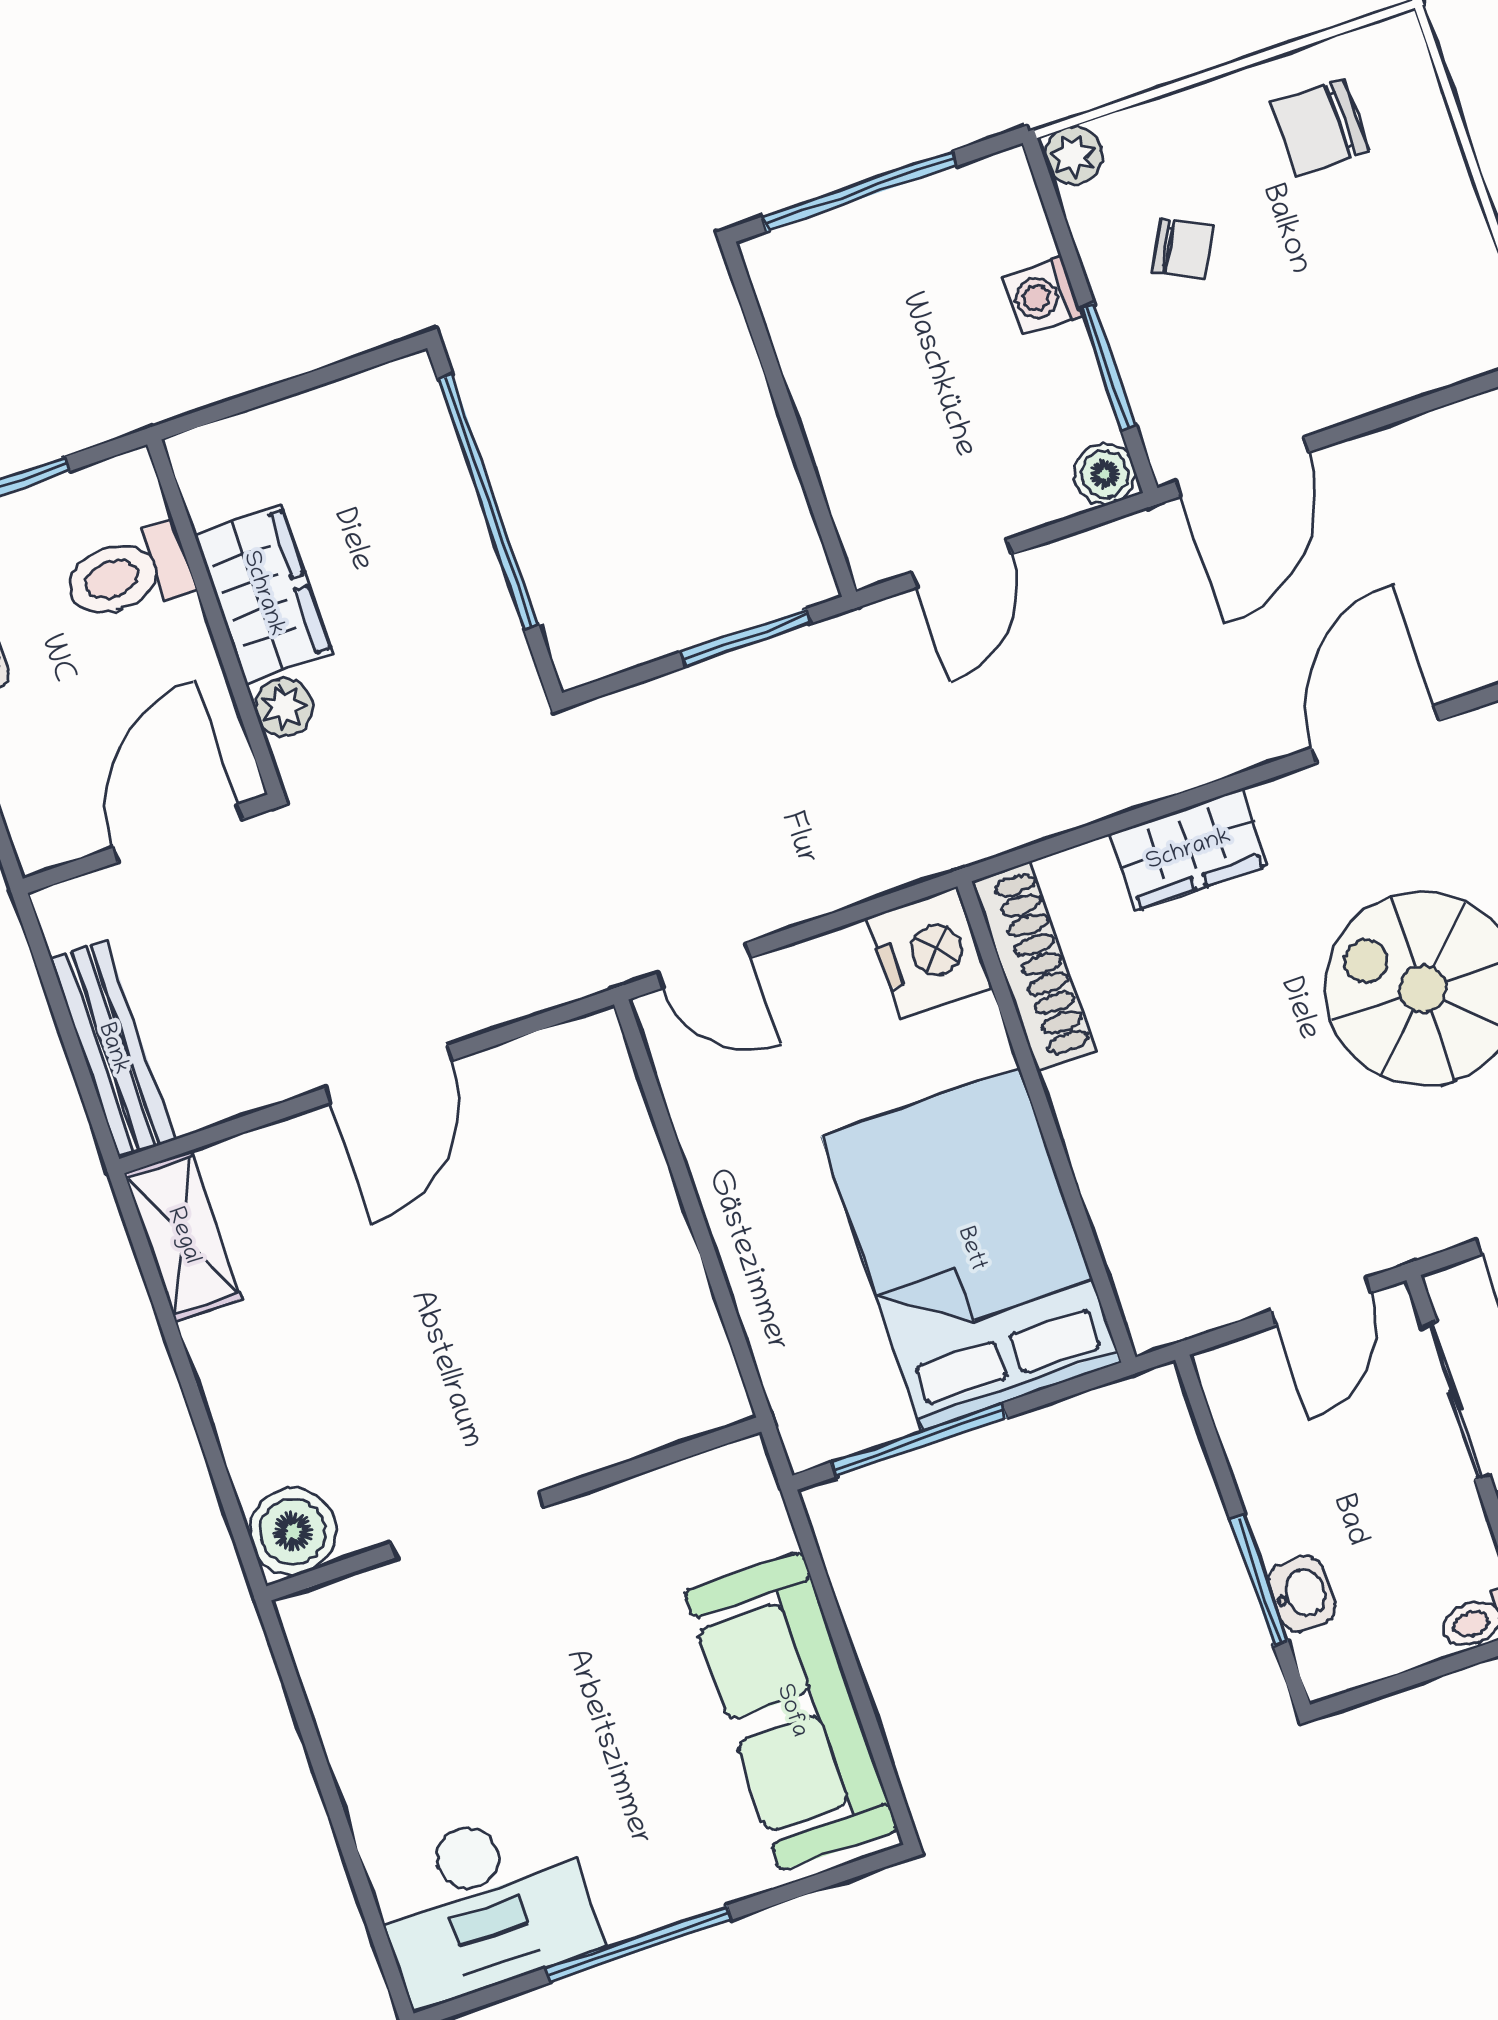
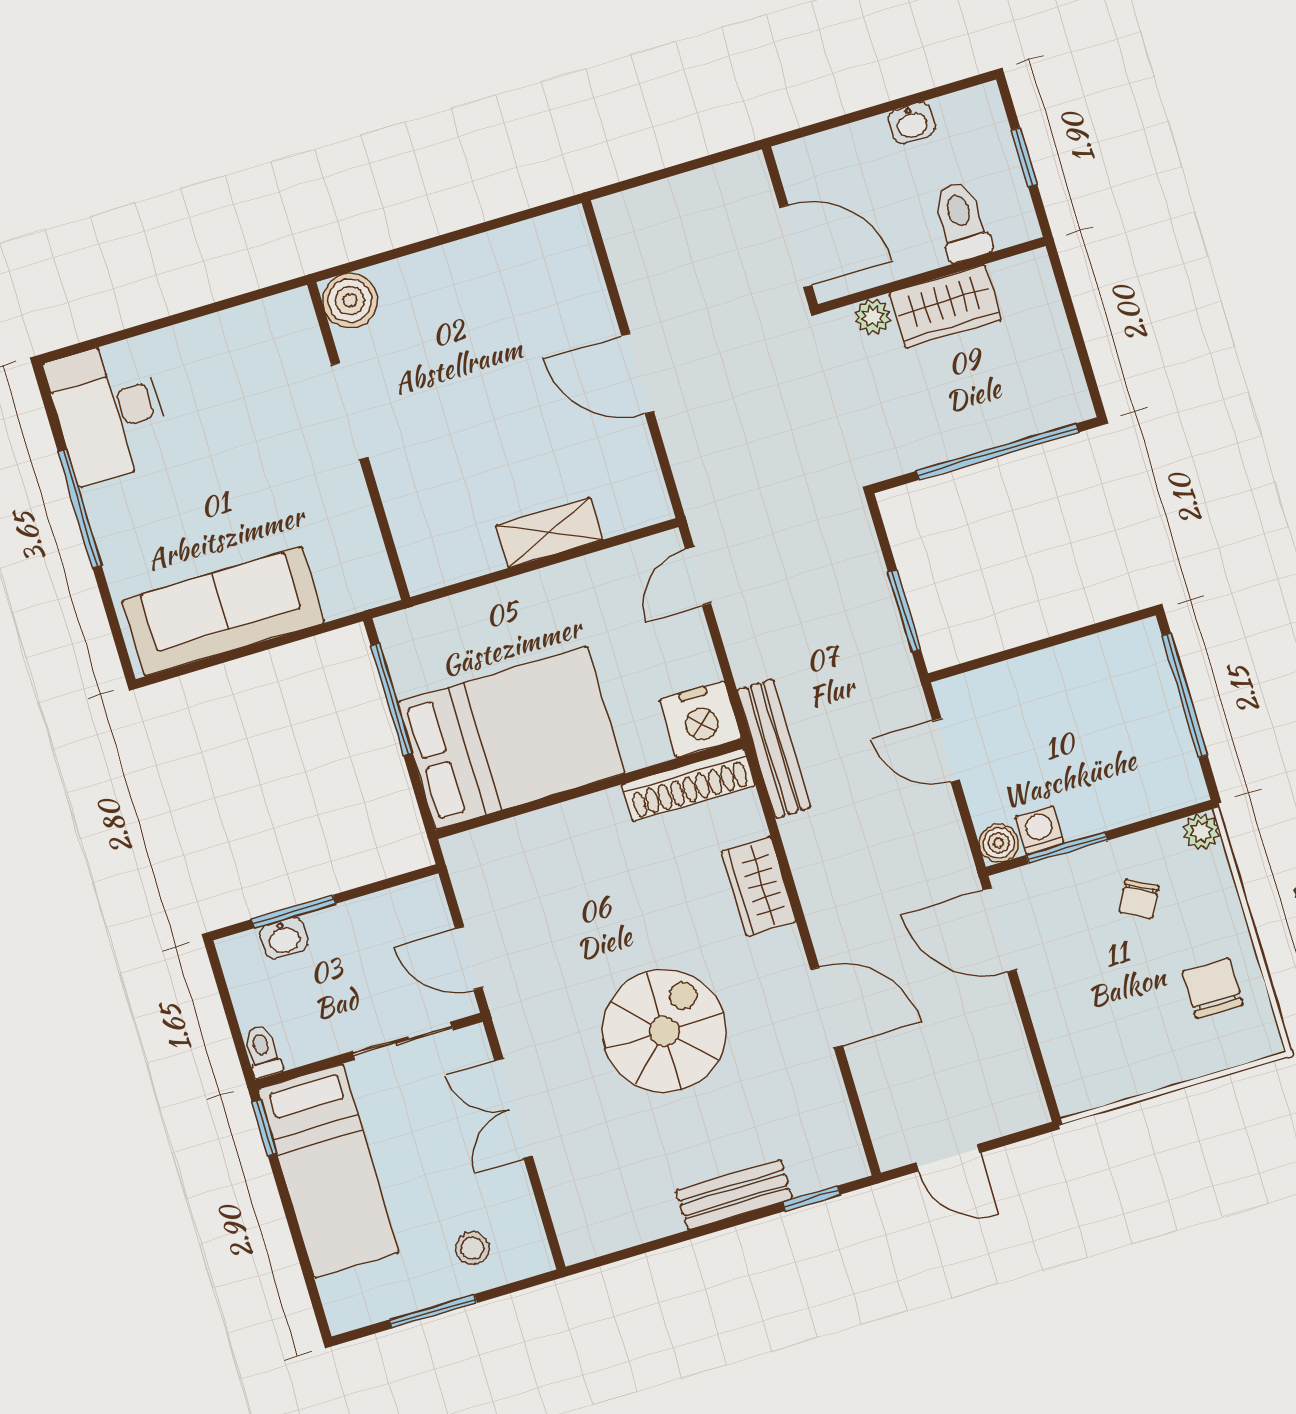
washing machine: (1042, 296) -> (1040, 830), moved
bench: (113, 1049) -> (774, 749), moved, turned 90
shelving: (183, 1236) -> (549, 533), moved

